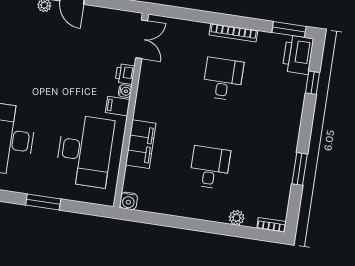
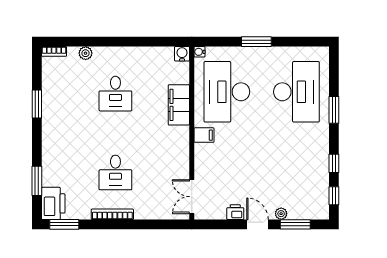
printer: (125, 74) -> (235, 212), moved, turned -90
window: (312, 83) -> (37, 181), width x1.50
water cooler: (125, 91) -> (199, 52), moved

